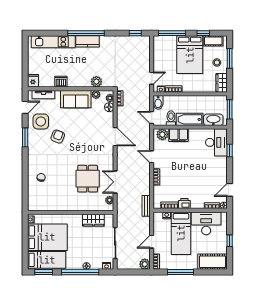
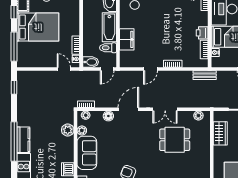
floor lamp: (109, 107) -> (108, 116), moved
plant: (162, 134) -> (126, 57), removed
double door: (115, 182) -> (165, 109), moved

